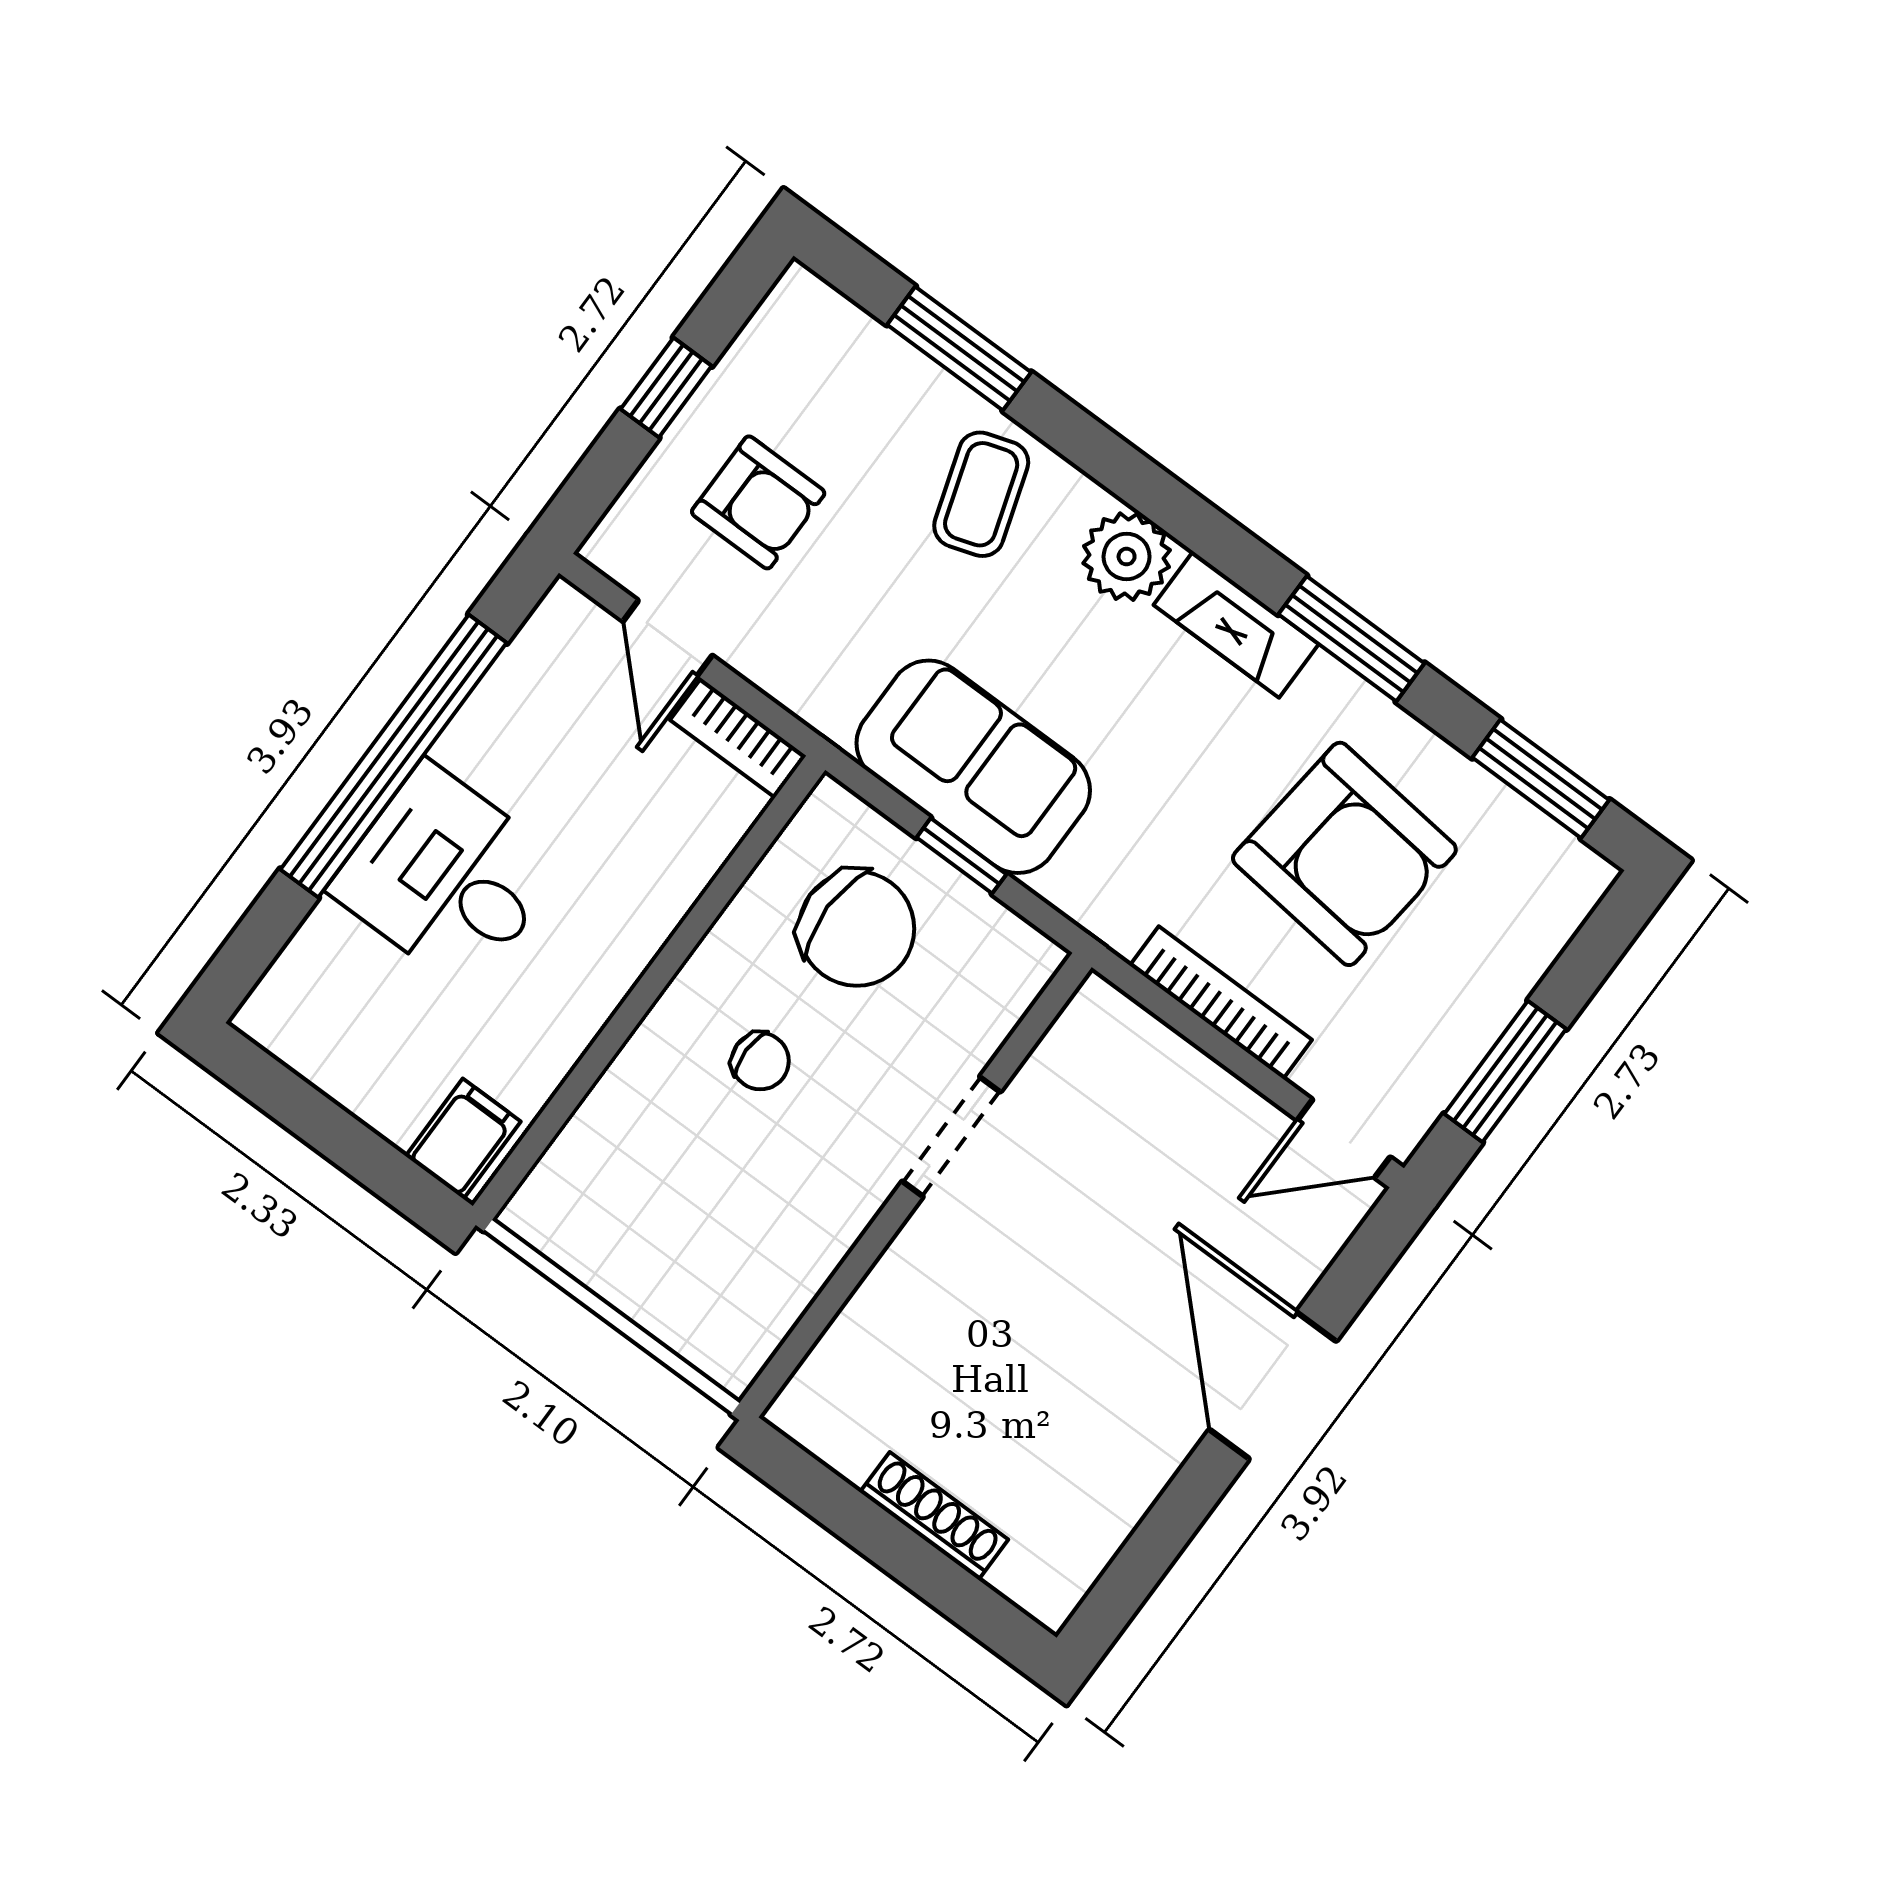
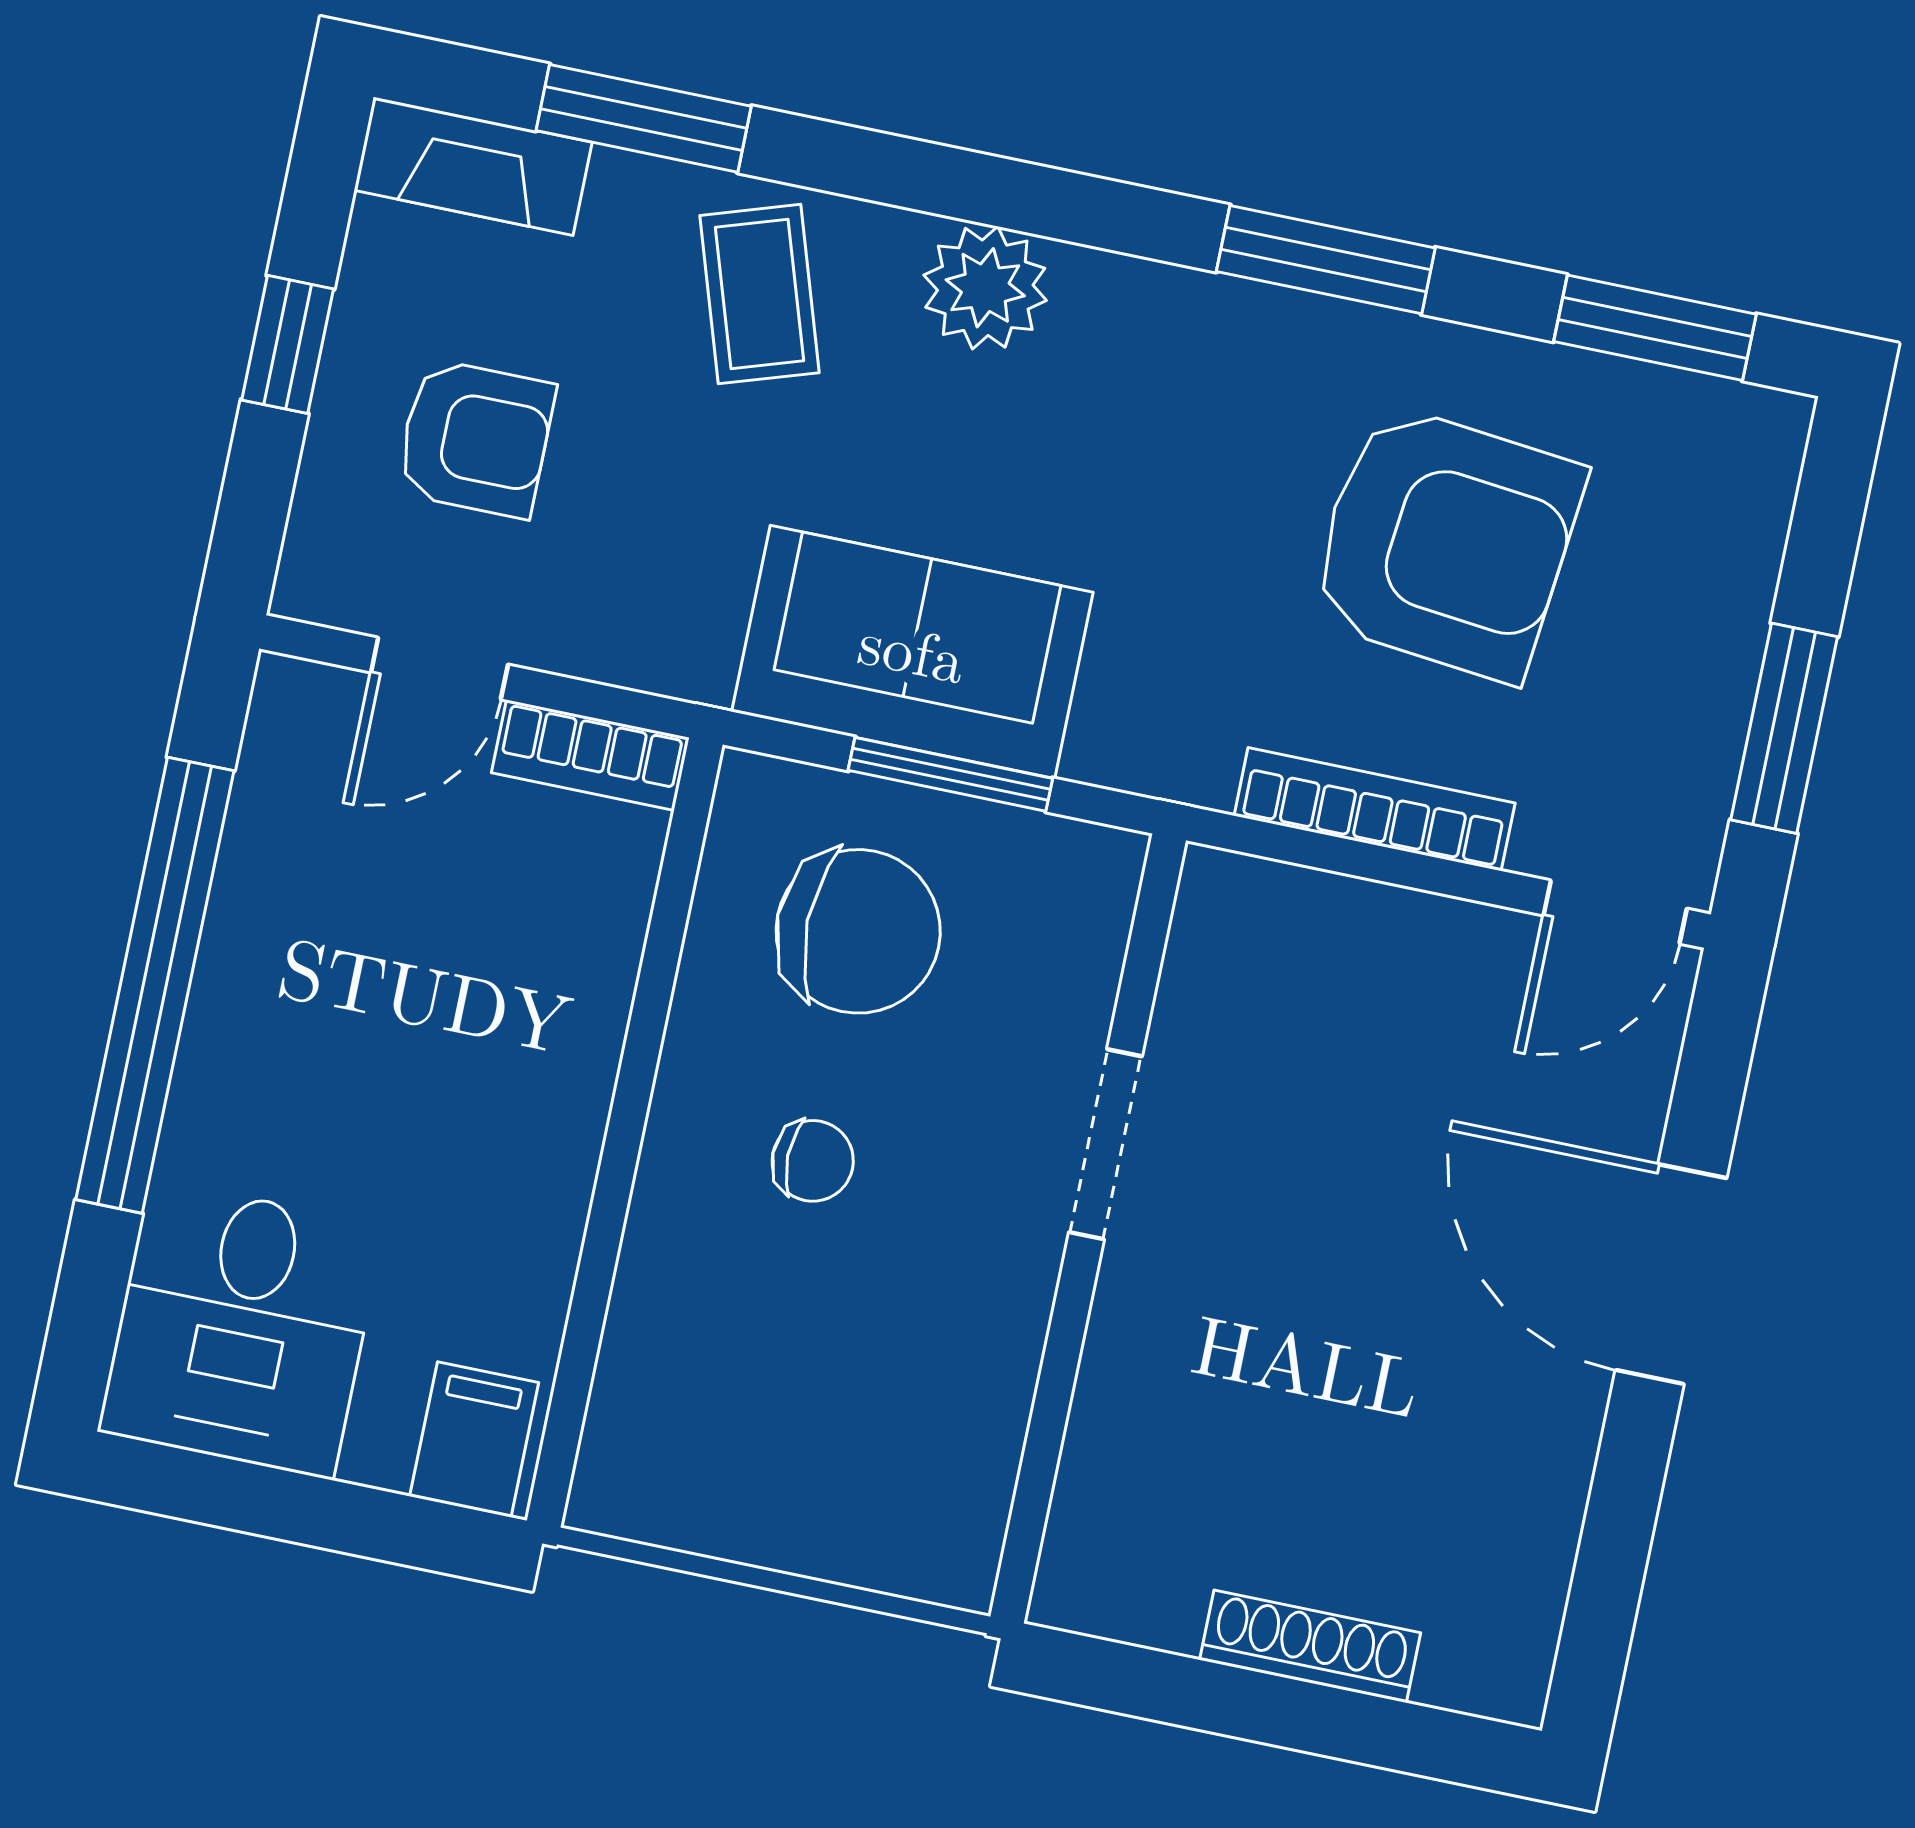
fireplace: (1236, 625) -> (473, 166), moved
door: (668, 638) -> (439, 669), hinge flipped
window: (961, 856) -> (950, 774), width x1.50
desk: (447, 877) -> (241, 1329), moved, turned -90

